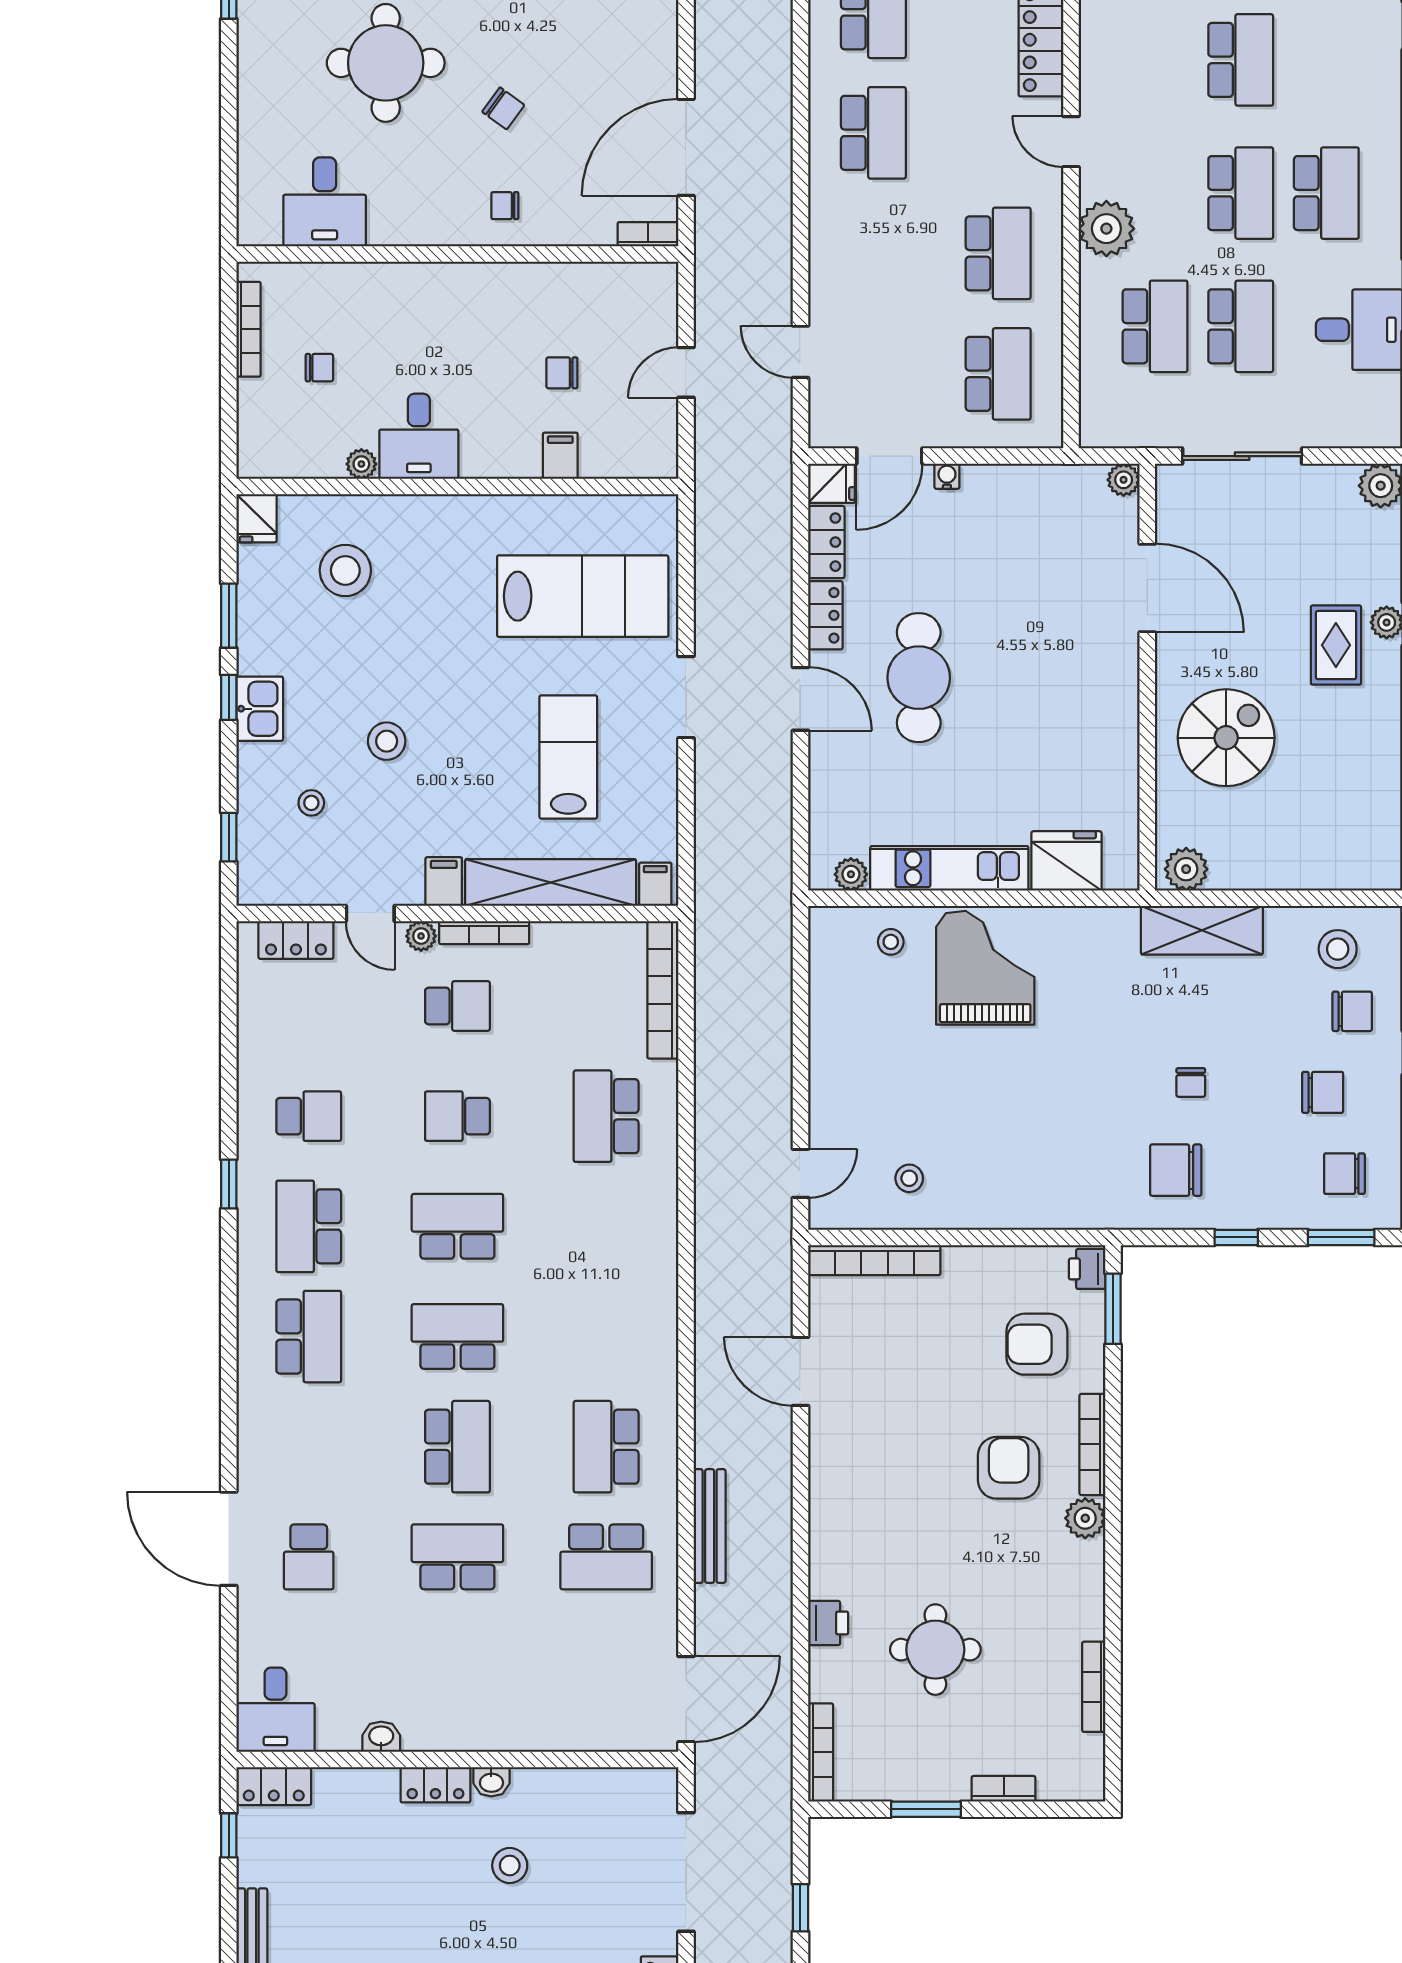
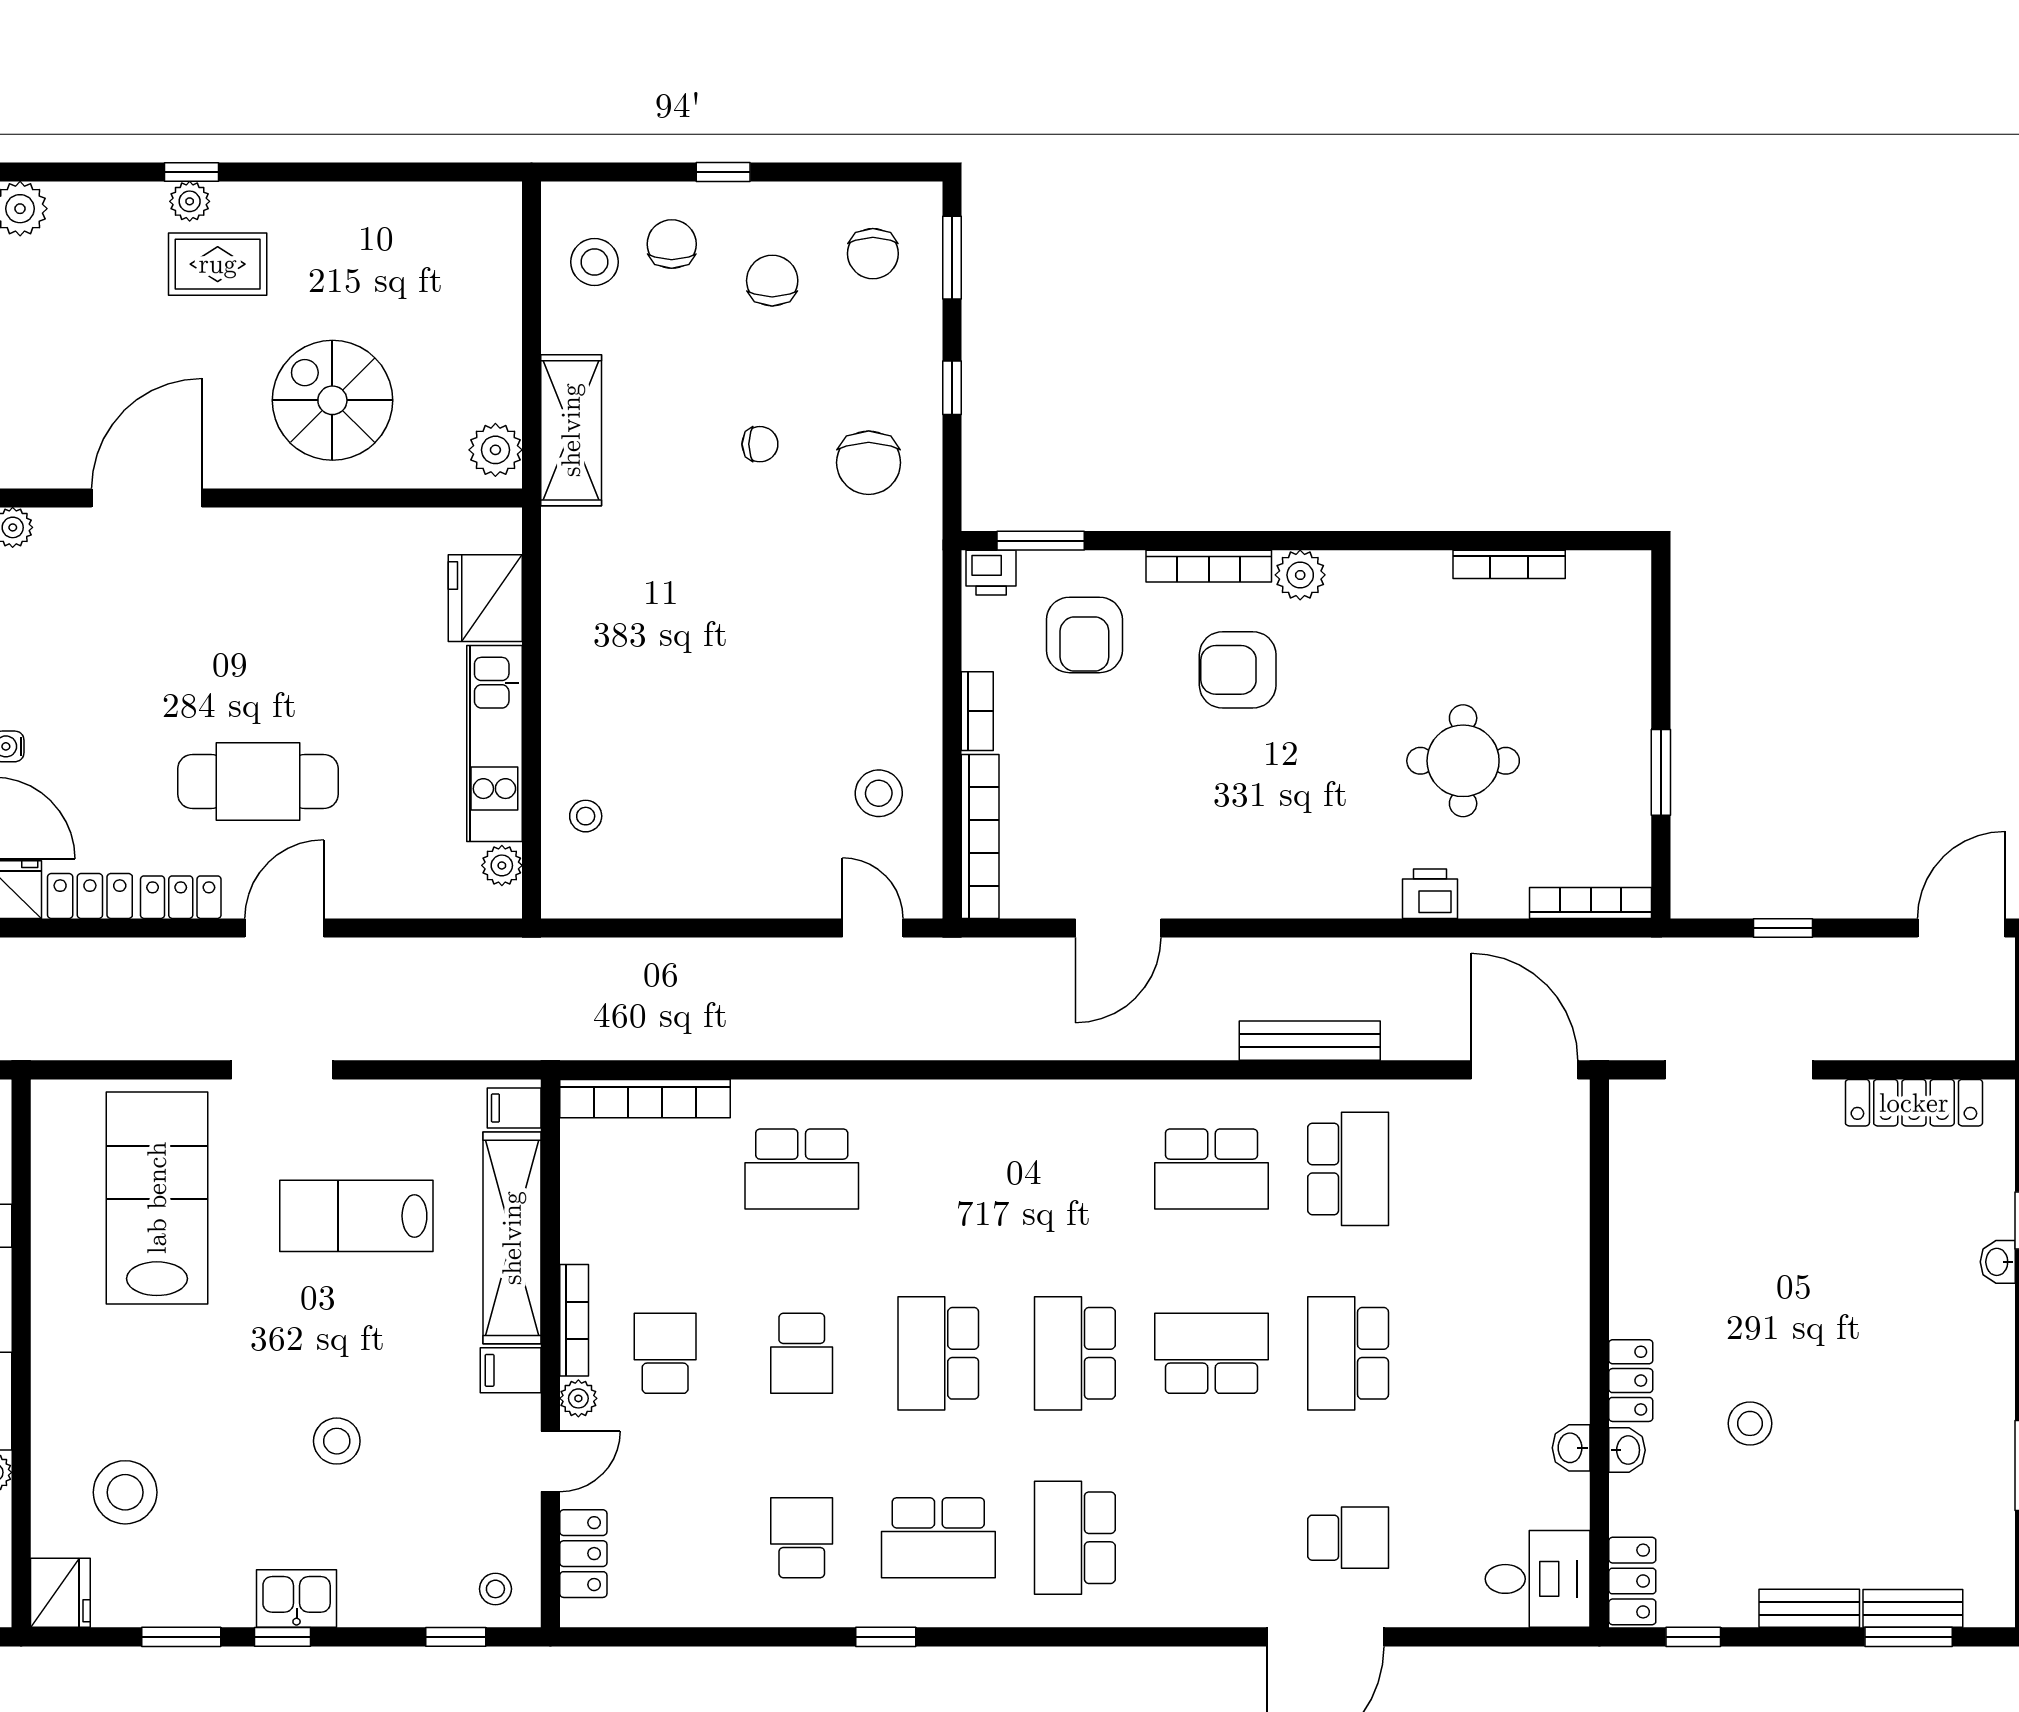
fridge: (257, 518) -> (60, 1593), width x1.38
stool: (311, 803) -> (495, 1589), moved
grand piano: (985, 968) -> (618, 699), removed
stool: (909, 1178) -> (879, 793), width x1.37, depth x1.37
school desk: (309, 1337) -> (1075, 1538), turned -90
washbasin: (491, 1782) -> (1627, 1450), moved
bookcase: (1004, 1789) -> (977, 711), moved, turned 180
stool: (510, 1865) -> (1750, 1423), moved

